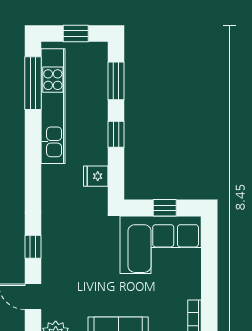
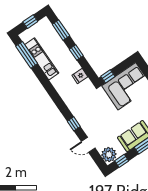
kitchen unit: (53, 106) -> (42, 59), width x0.73
window: (165, 208) -> (108, 76), moved

